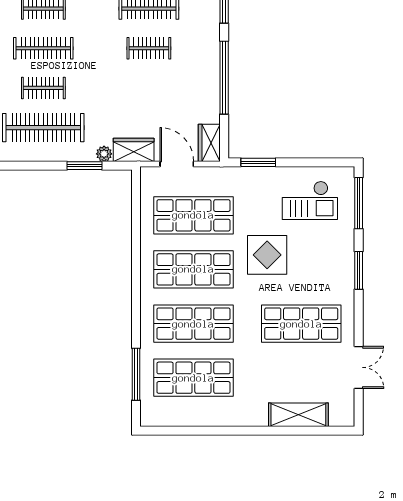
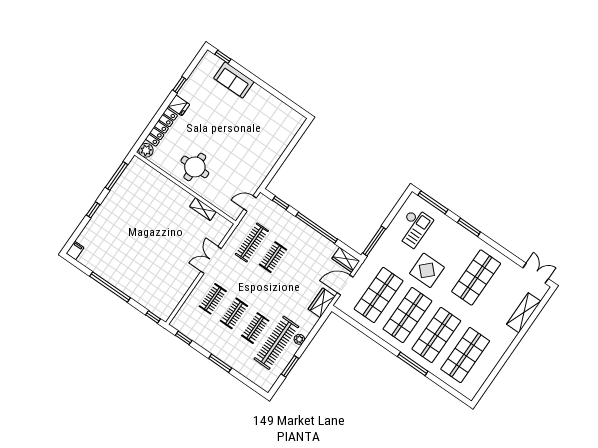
clothes rail: (43, 48) -> (234, 313), width x0.73
plant: (104, 154) -> (299, 339), moved
window: (258, 162) -> (374, 241), width x1.44
window: (85, 166) -> (290, 366), moved
double door: (359, 367) -> (536, 273), moved
window: (136, 374) -> (413, 364), moved

